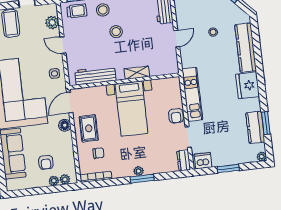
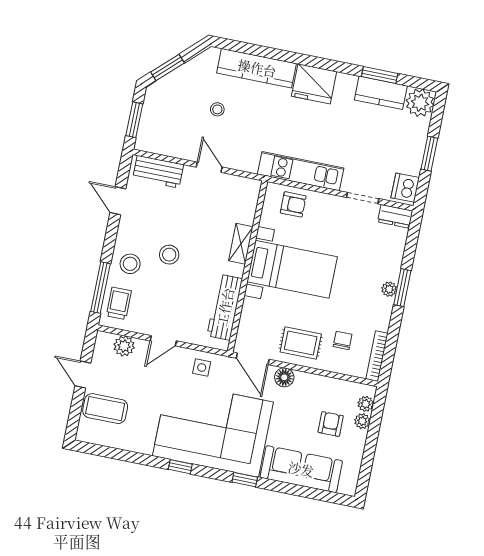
armchair: (176, 116) -> (293, 204), moved
plant: (262, 157) -> (420, 103), width x1.88, depth x1.88
armchair: (46, 162) -> (331, 424), turned -90

